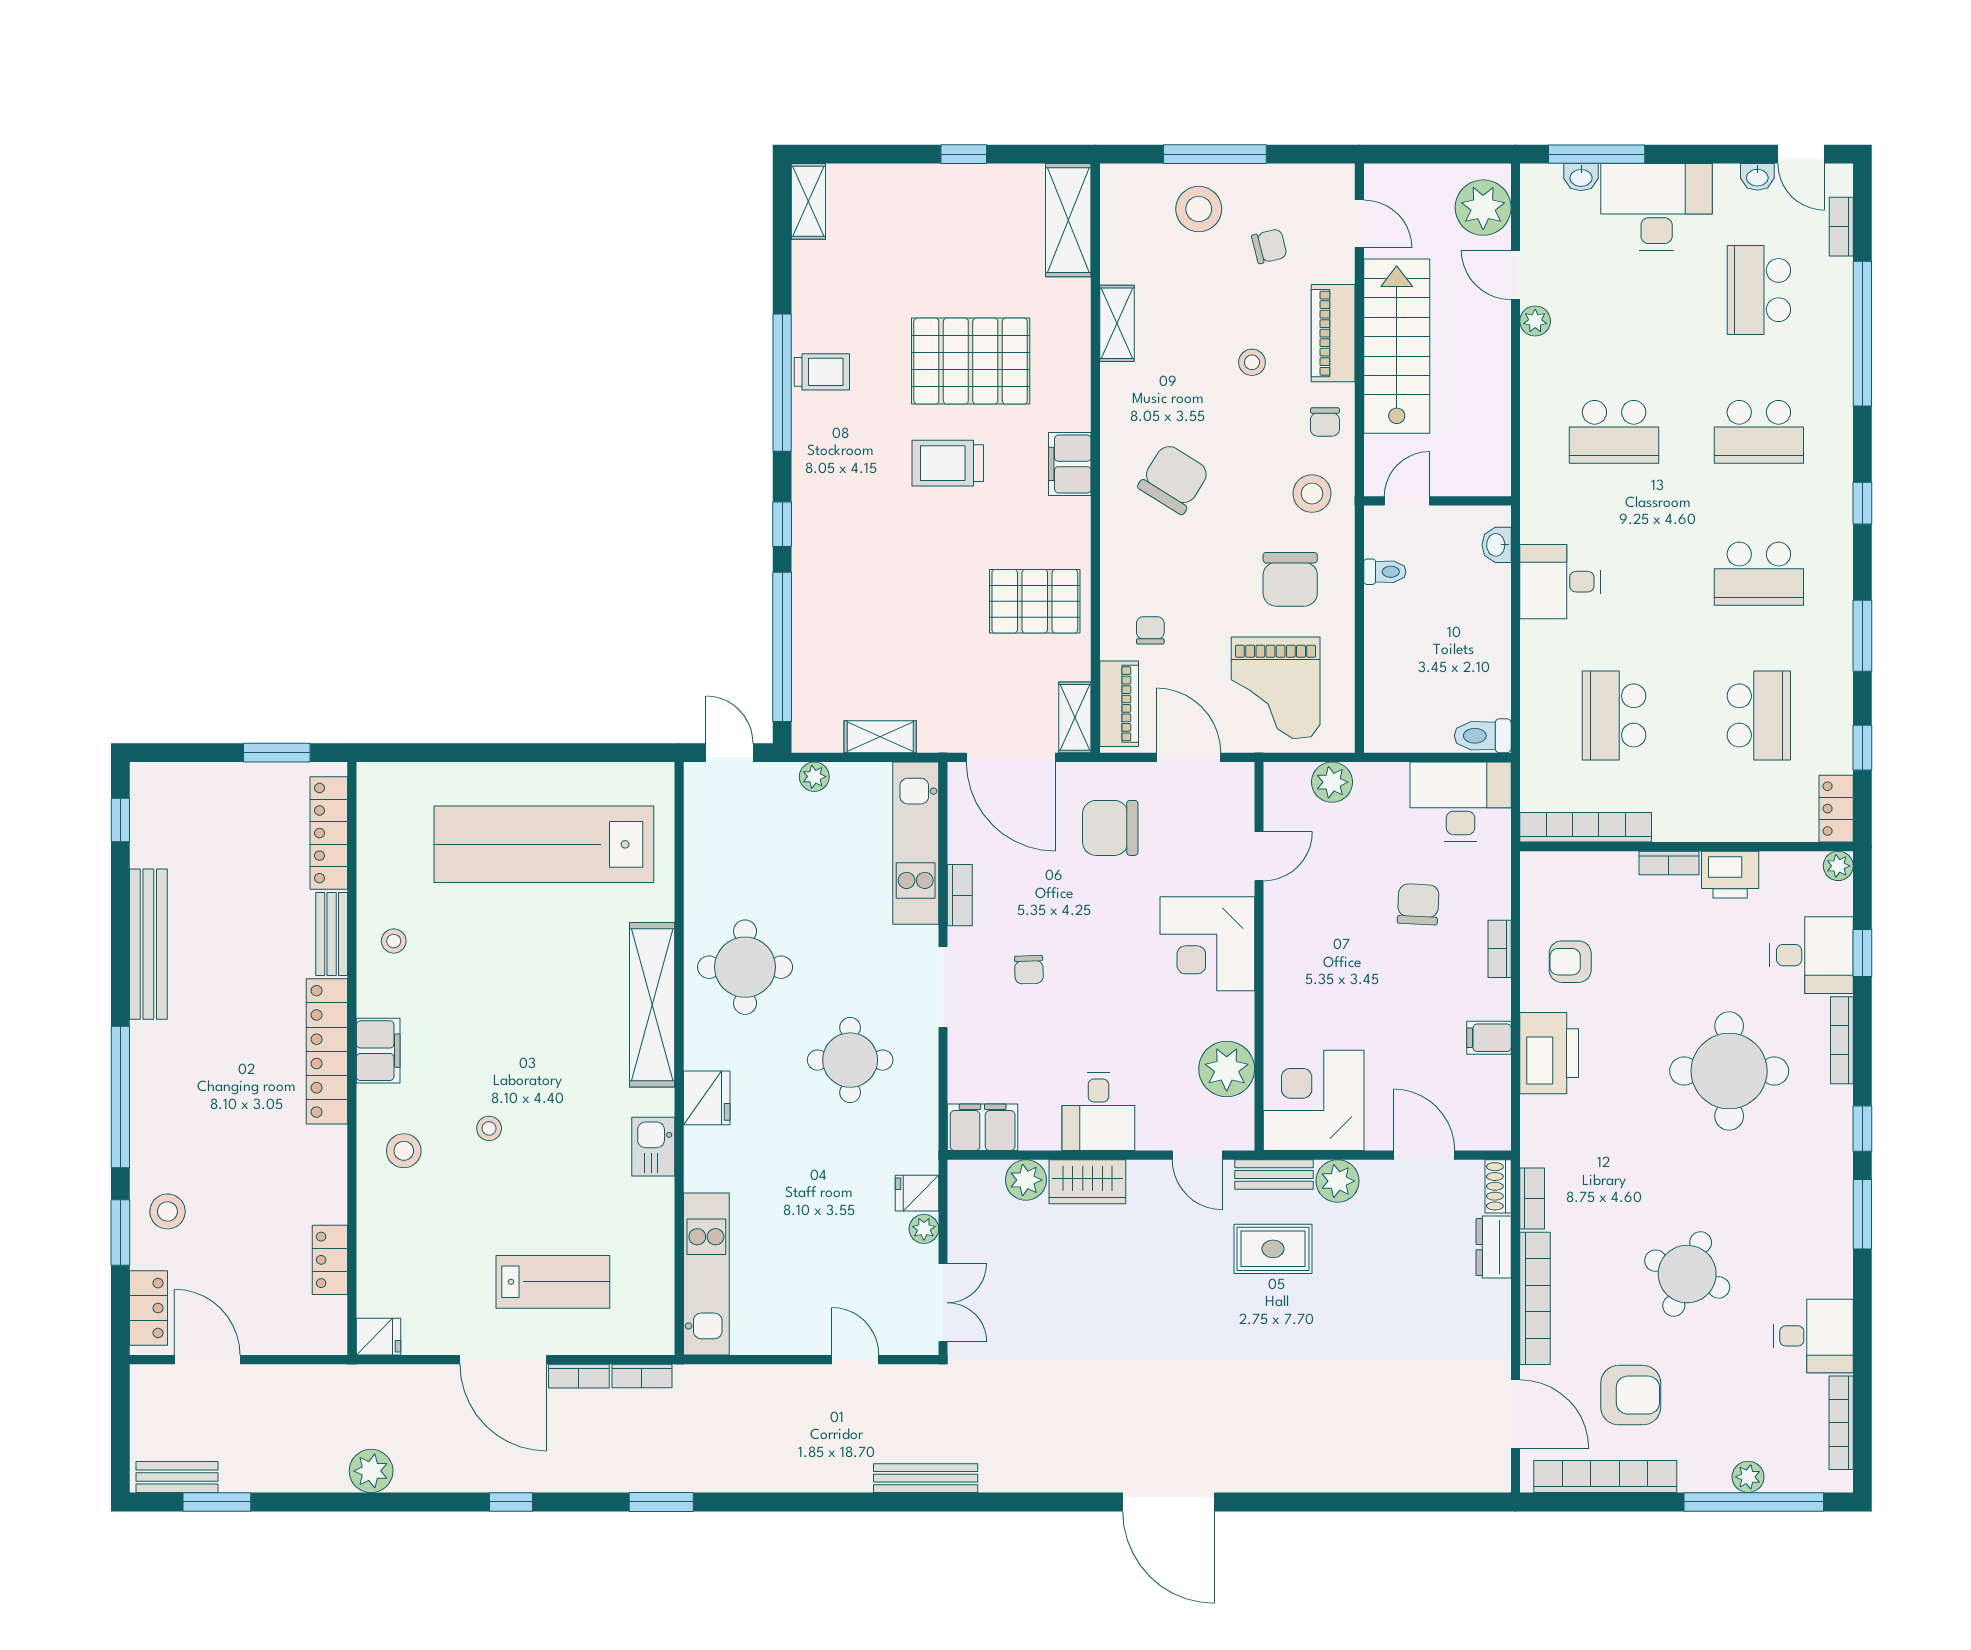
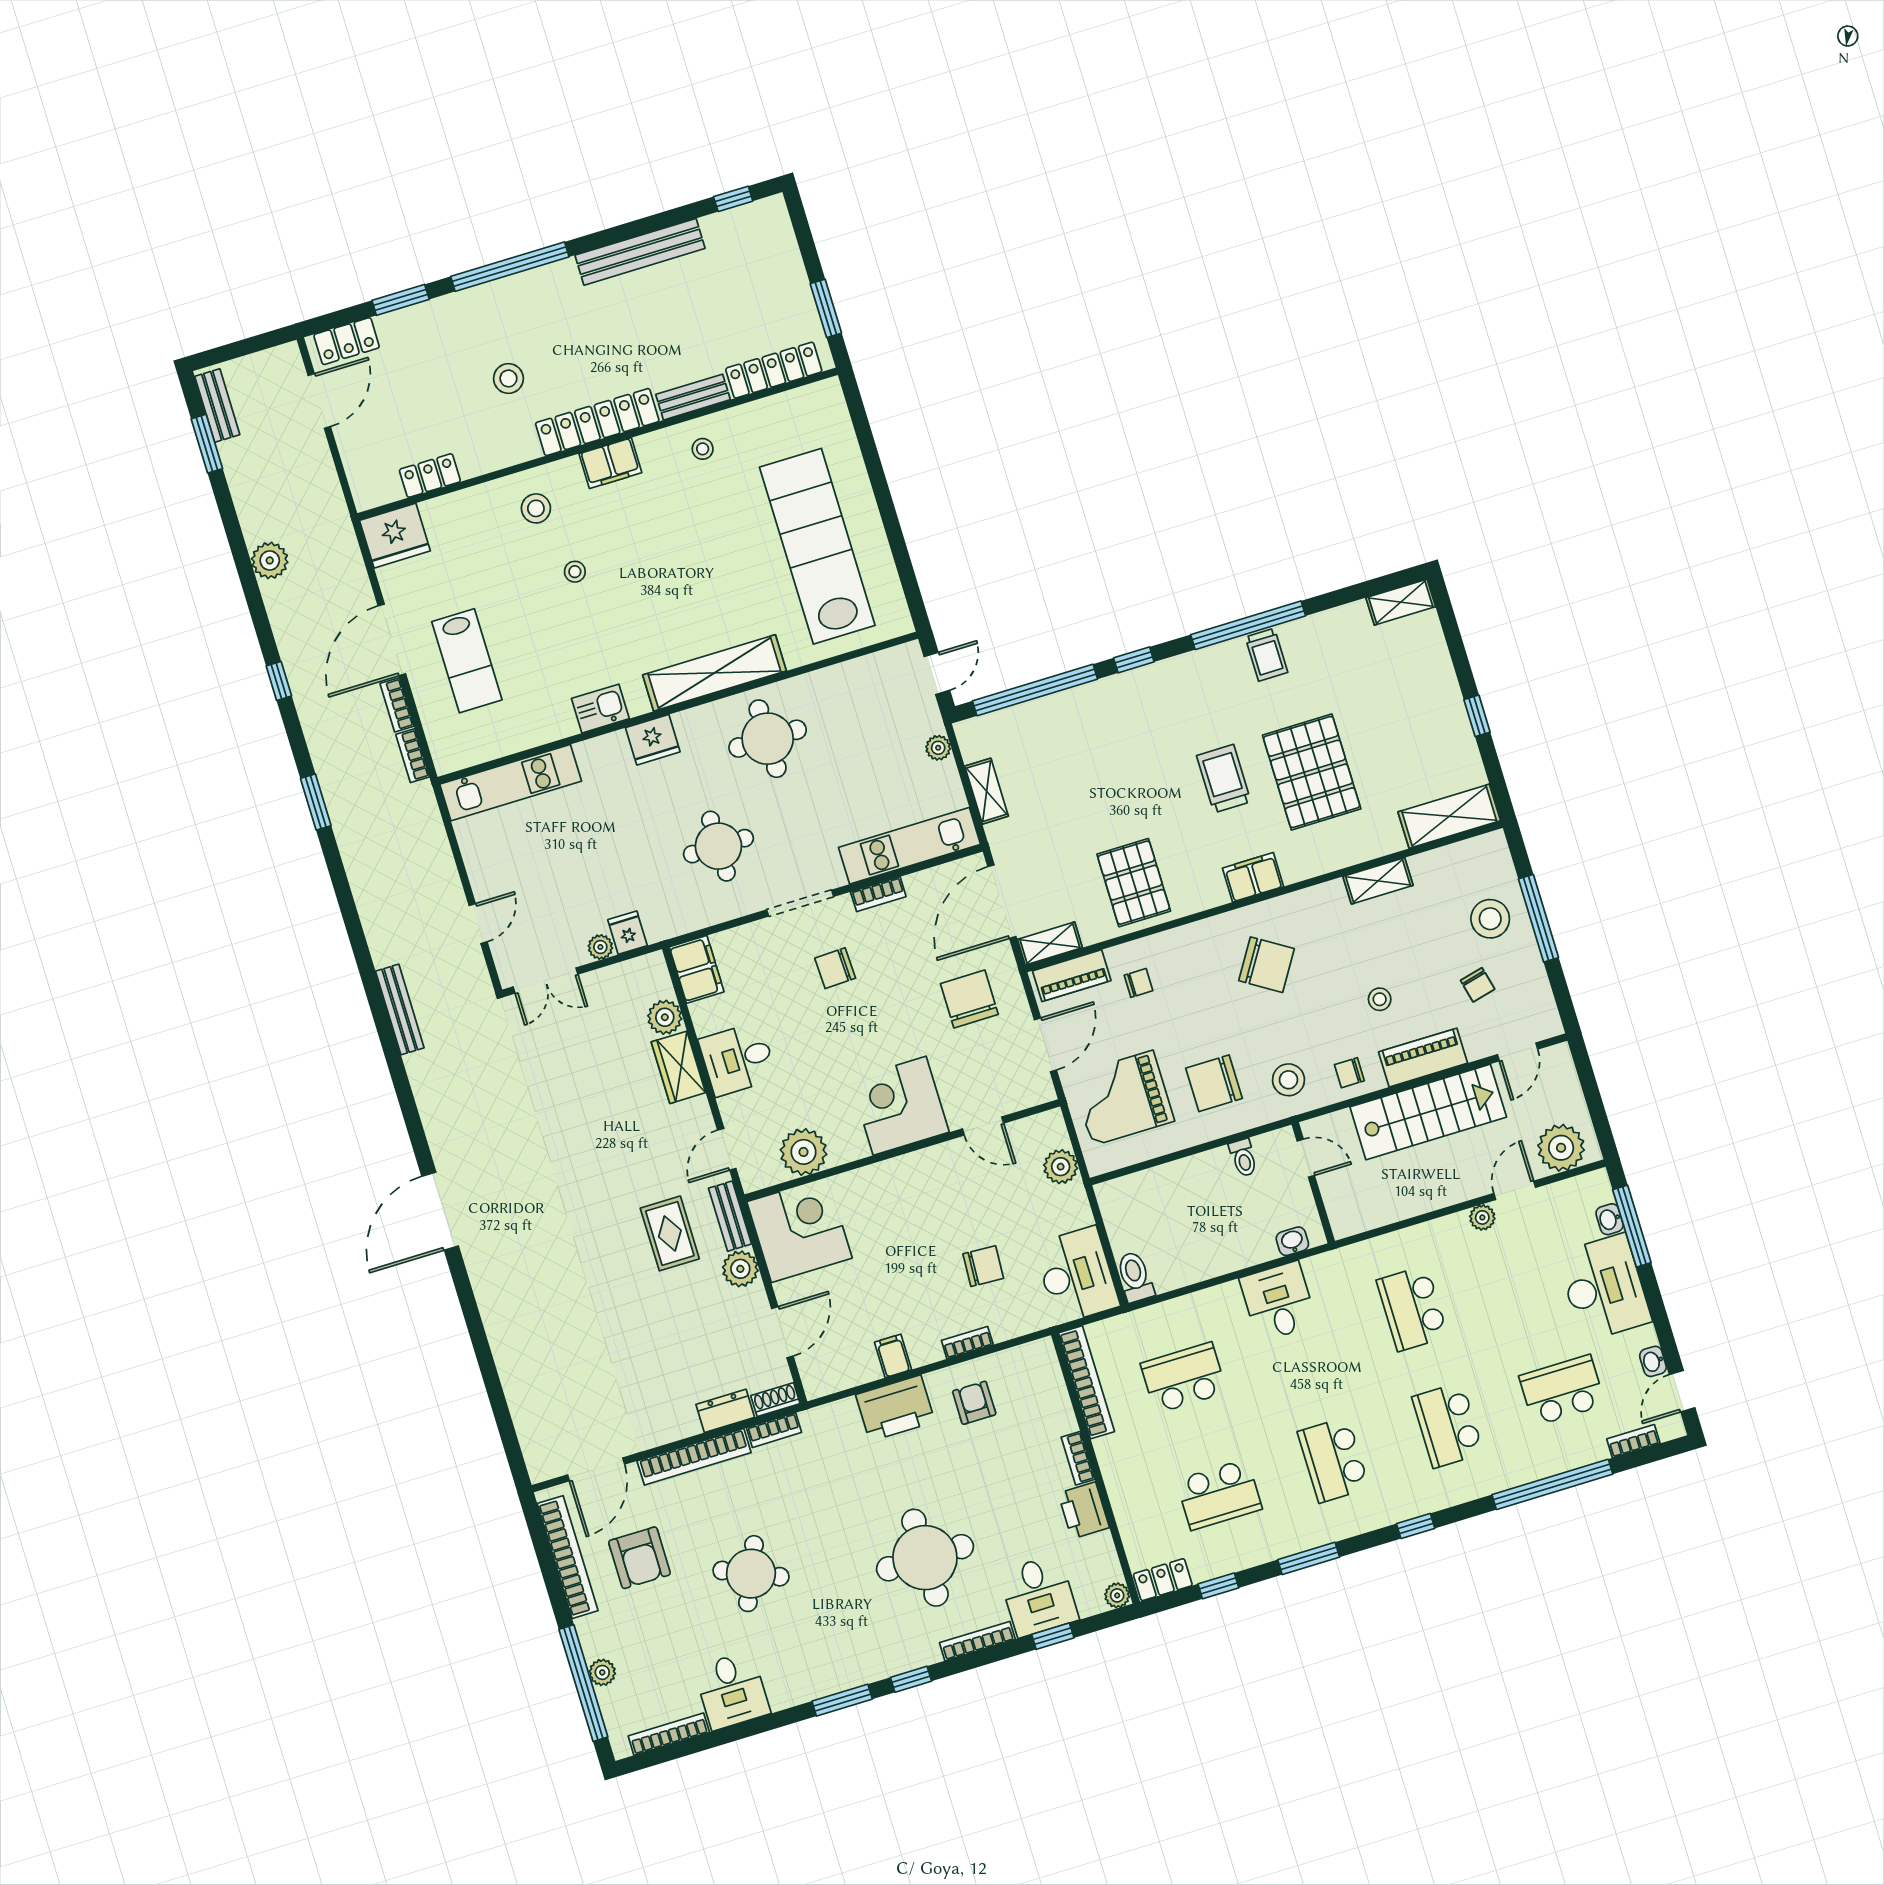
chair: (1029, 970) -> (835, 968), width x1.37, depth x1.37
stool: (167, 1211) -> (508, 378), moved
fridge: (379, 1337) -> (395, 536), width x1.88, depth x1.34

